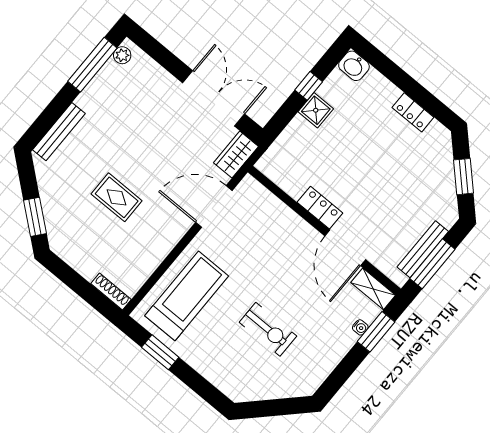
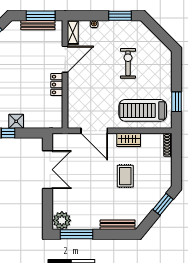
plant: (122, 55) -> (62, 220), width x1.88, depth x1.88
double door: (214, 98) -> (48, 170), swing flipped
wardrobe: (236, 155) -> (129, 140), moved
window: (376, 332) -> (120, 16), moved

